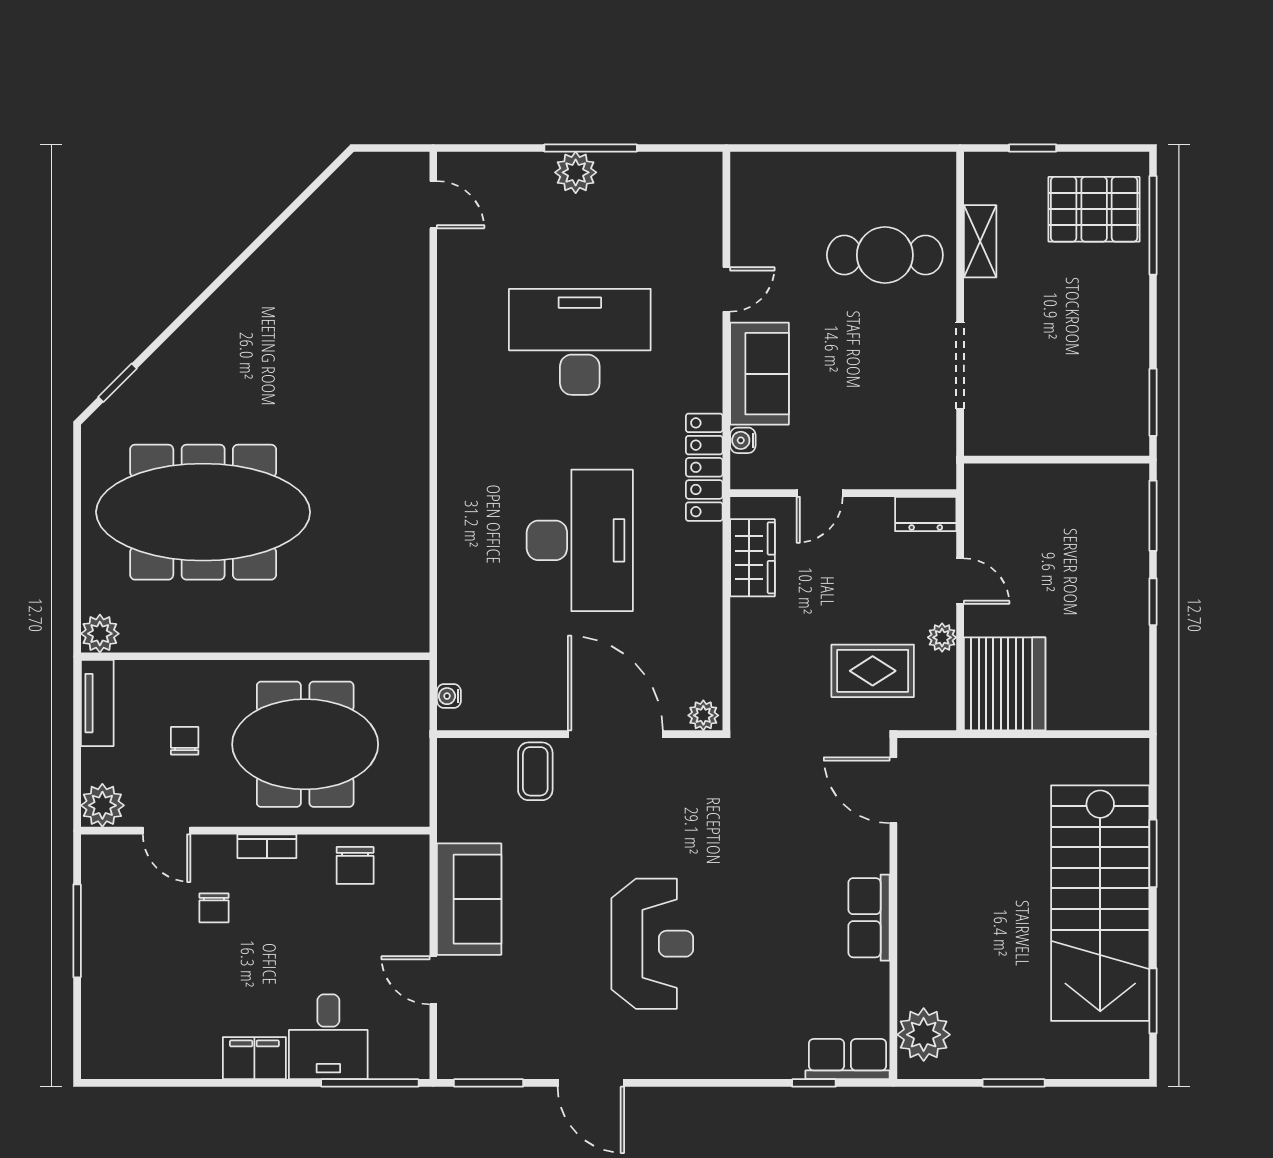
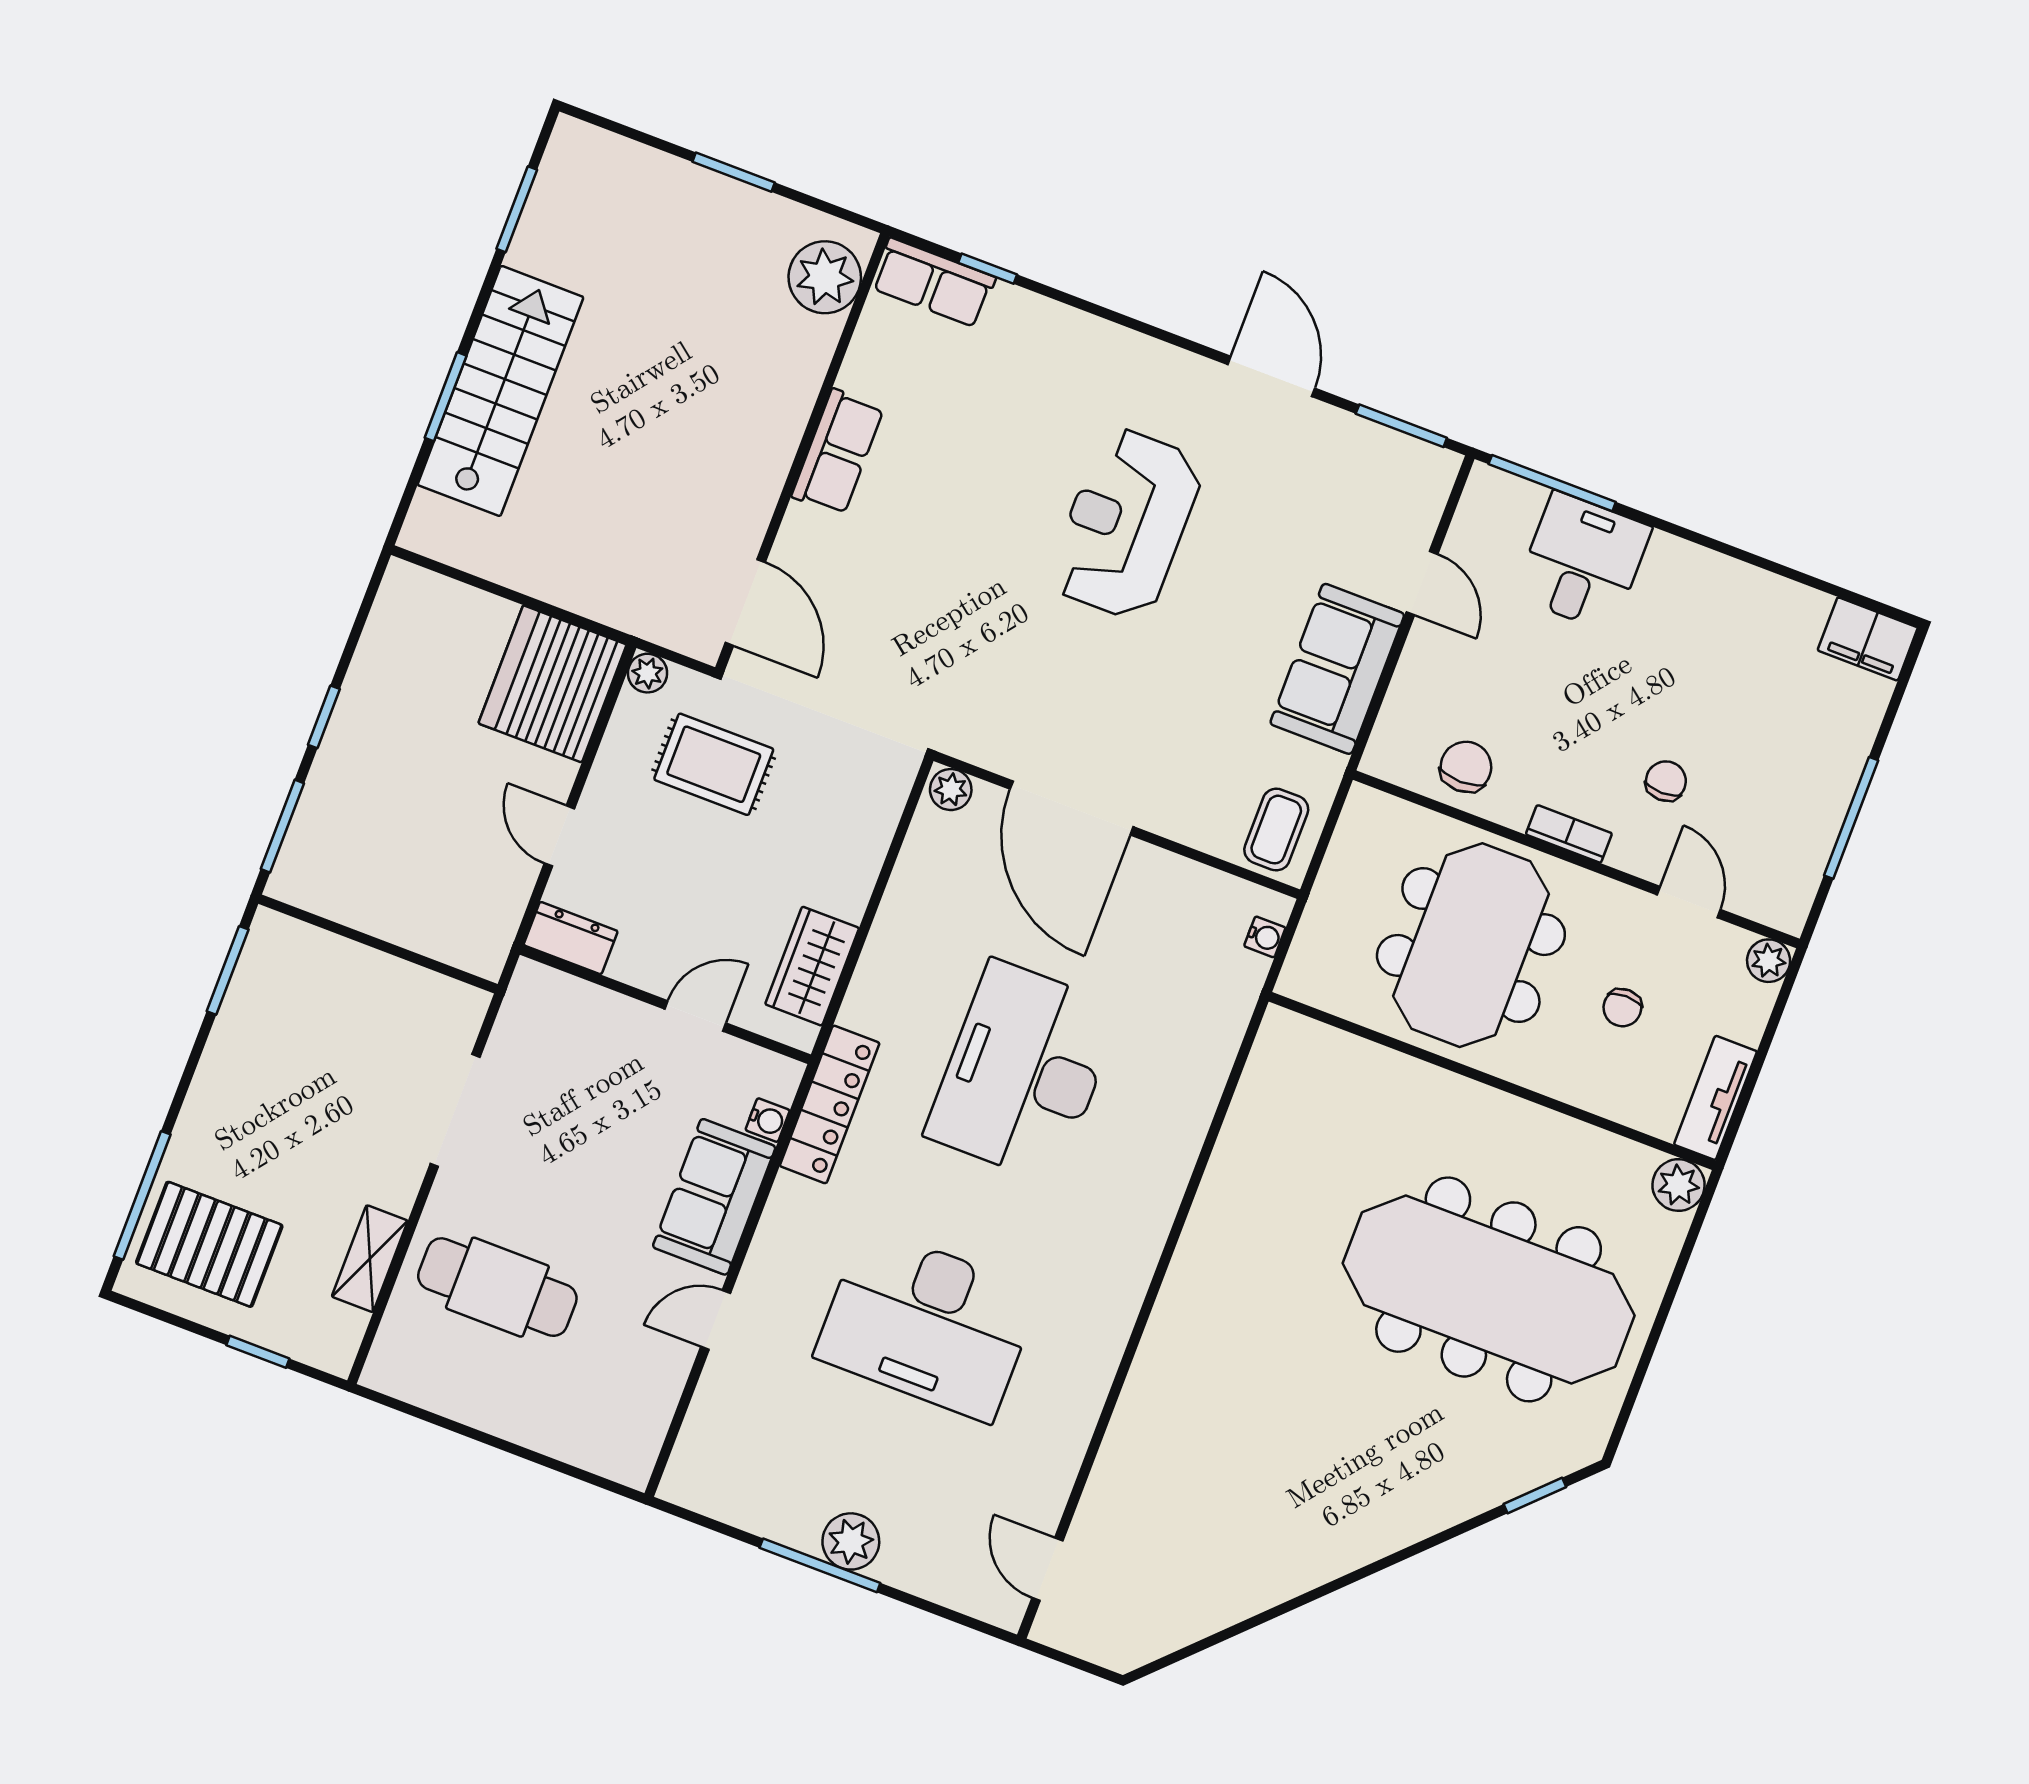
plant: (942, 637) -> (647, 673), moved
meeting table: (305, 744) -> (1471, 945), turned 90
coffee table: (535, 771) -> (1276, 830), moved
plant: (102, 805) -> (1769, 961), width x0.73, depth x0.73
stairs: (1100, 903) -> (501, 391), width x0.73, depth x0.66
filing cabinet: (254, 1058) -> (1868, 639), moved

